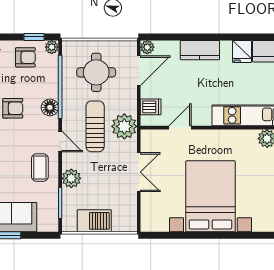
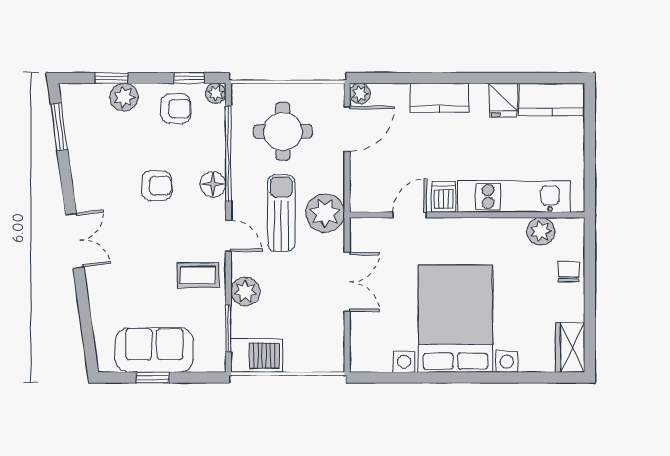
dishwasher: (151, 107) -> (444, 197), moved, turned -90
coffee table: (40, 168) -> (198, 275), turned 90
barbecue: (94, 221) -> (257, 356), moved

